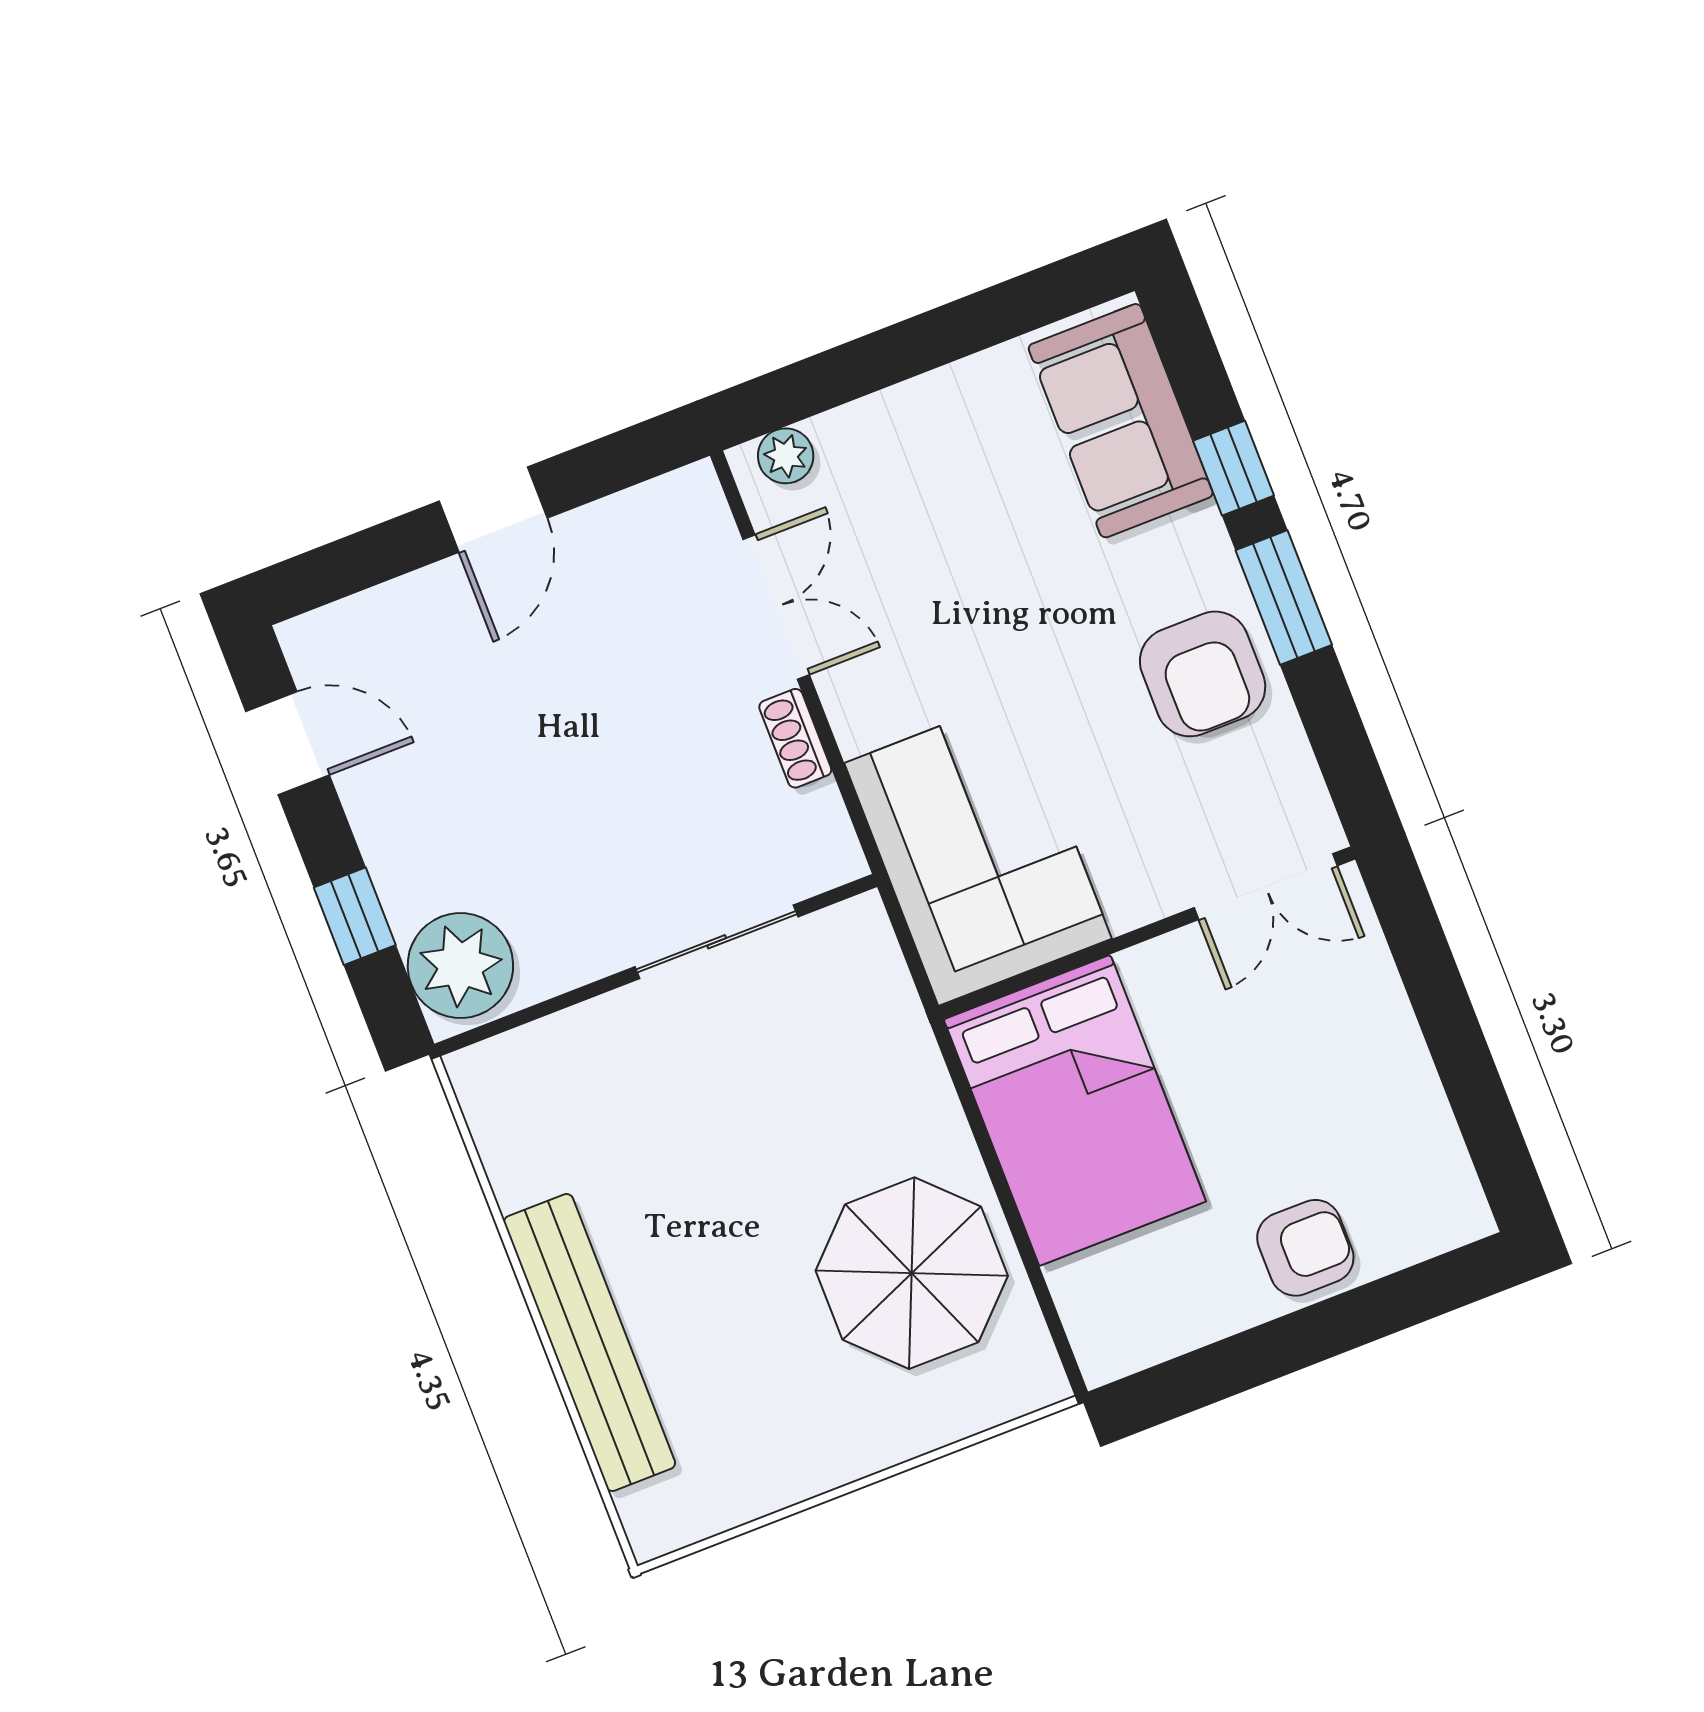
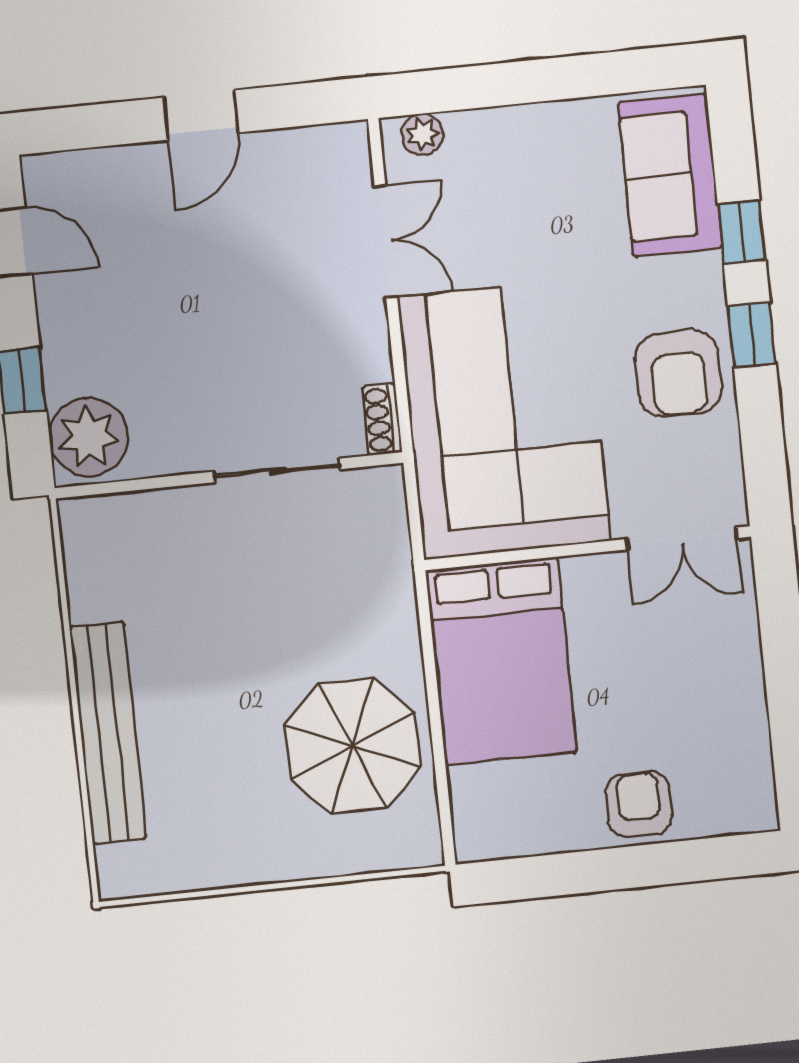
window: (1284, 598) -> (752, 335), width x0.67
shoe rack: (795, 738) -> (382, 420), moved
corner sofa: (978, 851) -> (504, 419), width x1.36, depth x1.36
armchair: (1305, 1248) -> (639, 804), turned -90

